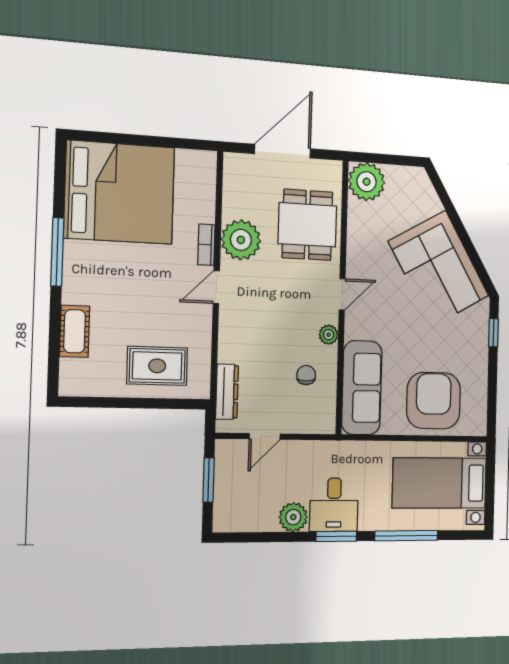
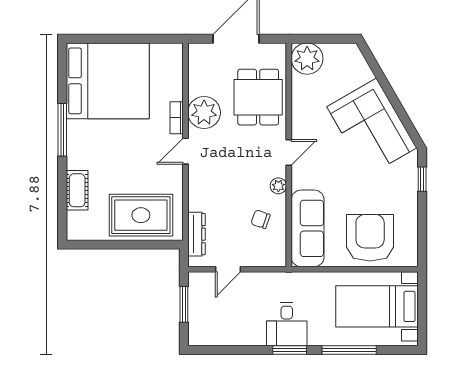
rug: (157, 366) -> (141, 215), width x1.36, depth x1.43
chair: (306, 375) -> (261, 219), turned -71
plant: (293, 517) -> (253, 334), removed

